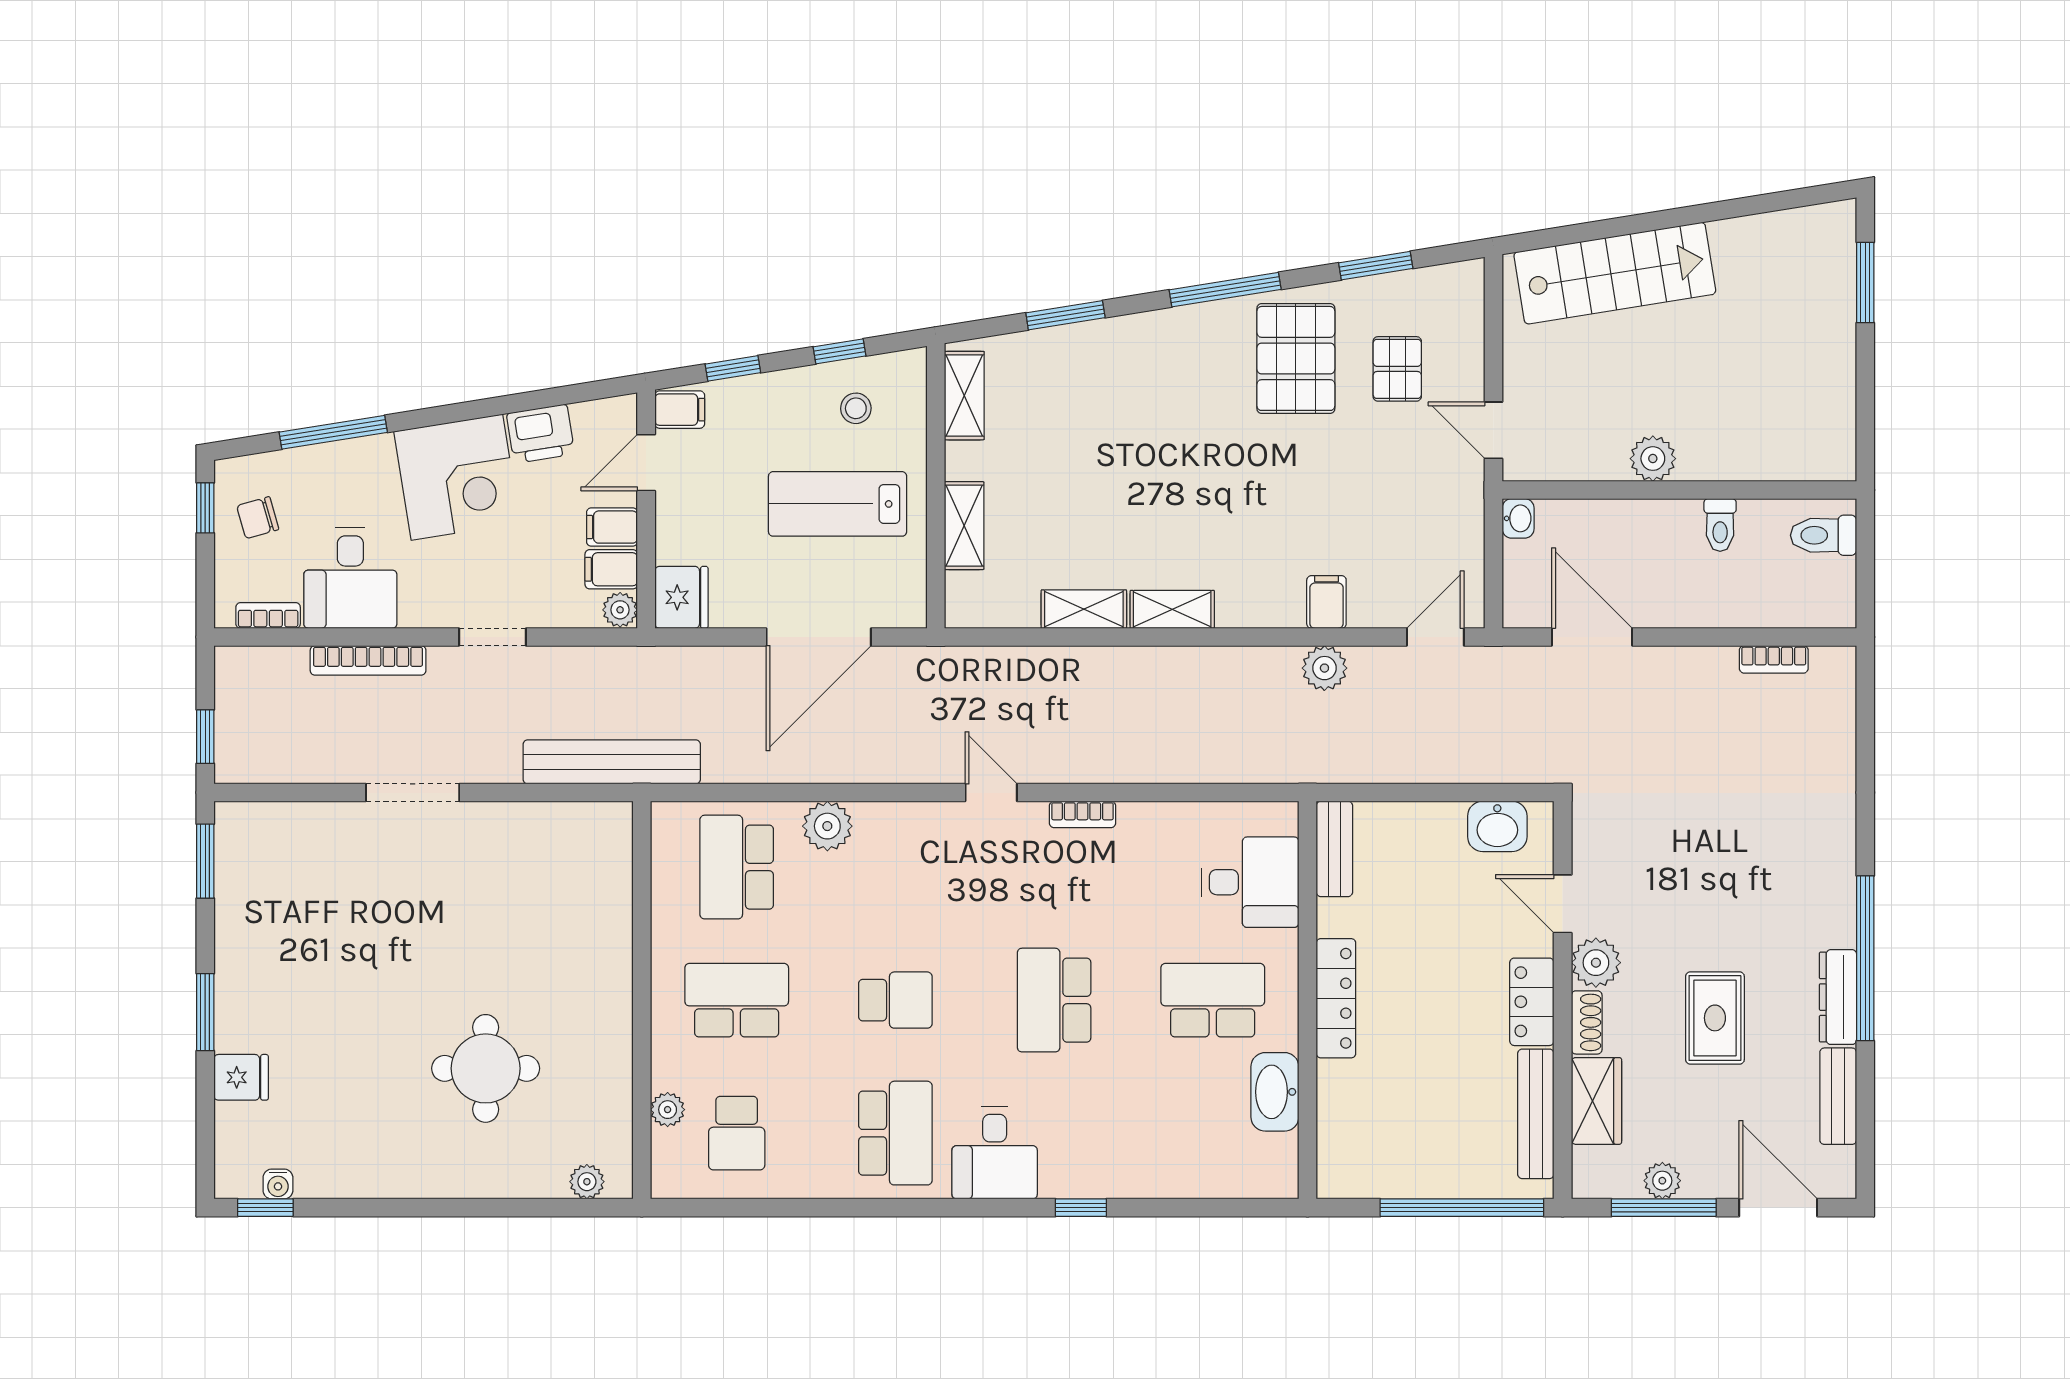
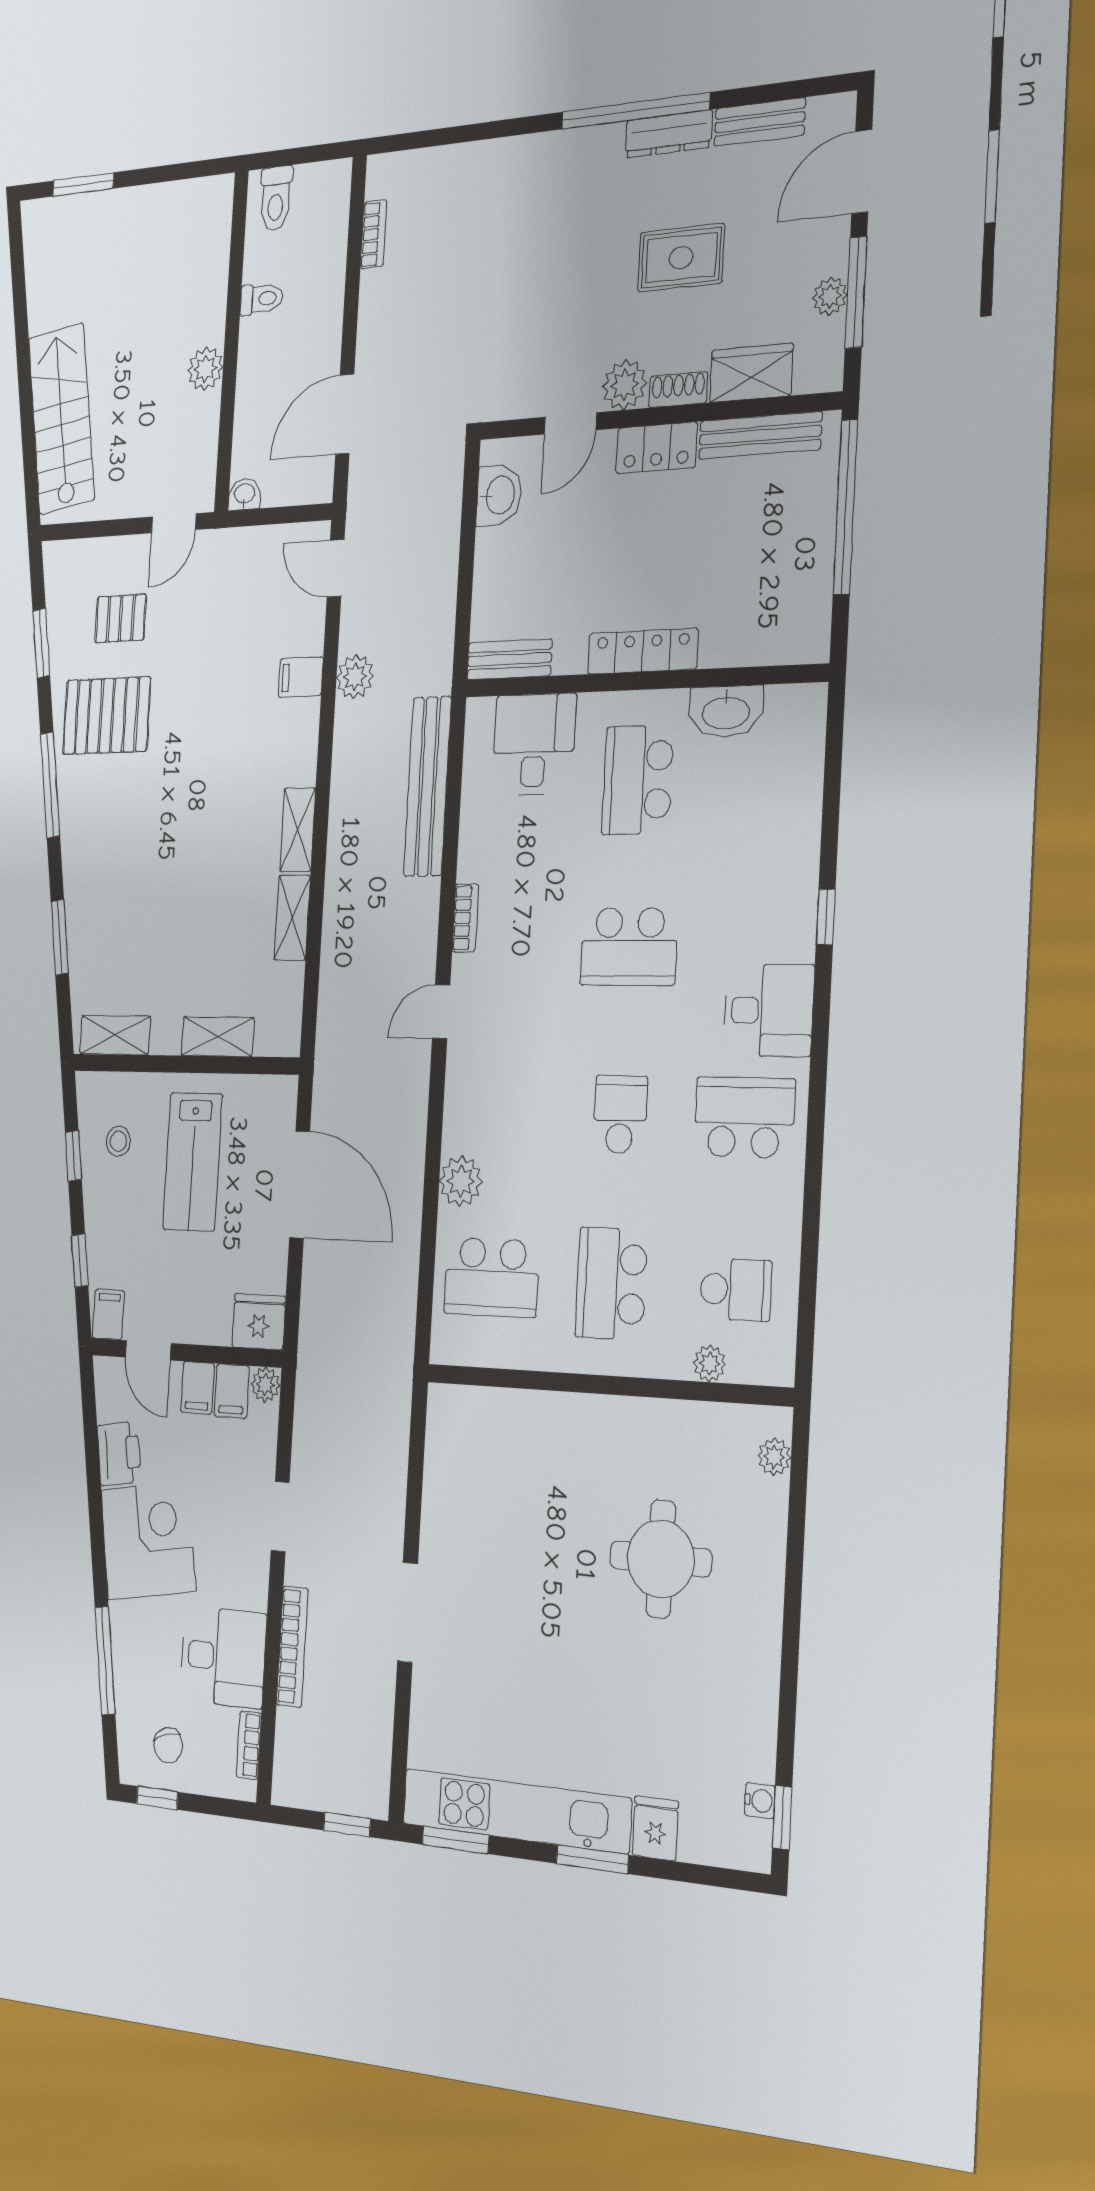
bench: (612, 762) -> (427, 786), moved
kitchen unit: (240, 926) -> (516, 1811), added

